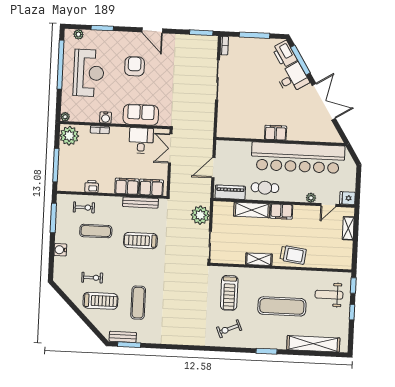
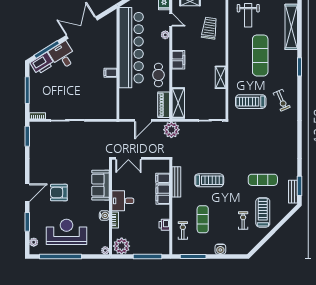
door: (152, 30) -> (27, 193), moved
filing cabinet: (276, 133) -> (110, 73), width x0.50
desk: (141, 140) -> (123, 201), moved
door: (213, 168) -> (143, 120), hinge flipped
filing cabinet: (151, 187) -> (163, 178), width x0.50
shelving: (252, 210) -> (178, 103), moved
plant: (200, 215) -> (171, 130), moved
treadmill: (140, 241) -> (209, 180), turned -90
trolley: (293, 255) -> (209, 28), moved
treadmill: (229, 293) -> (251, 102), turned 180

